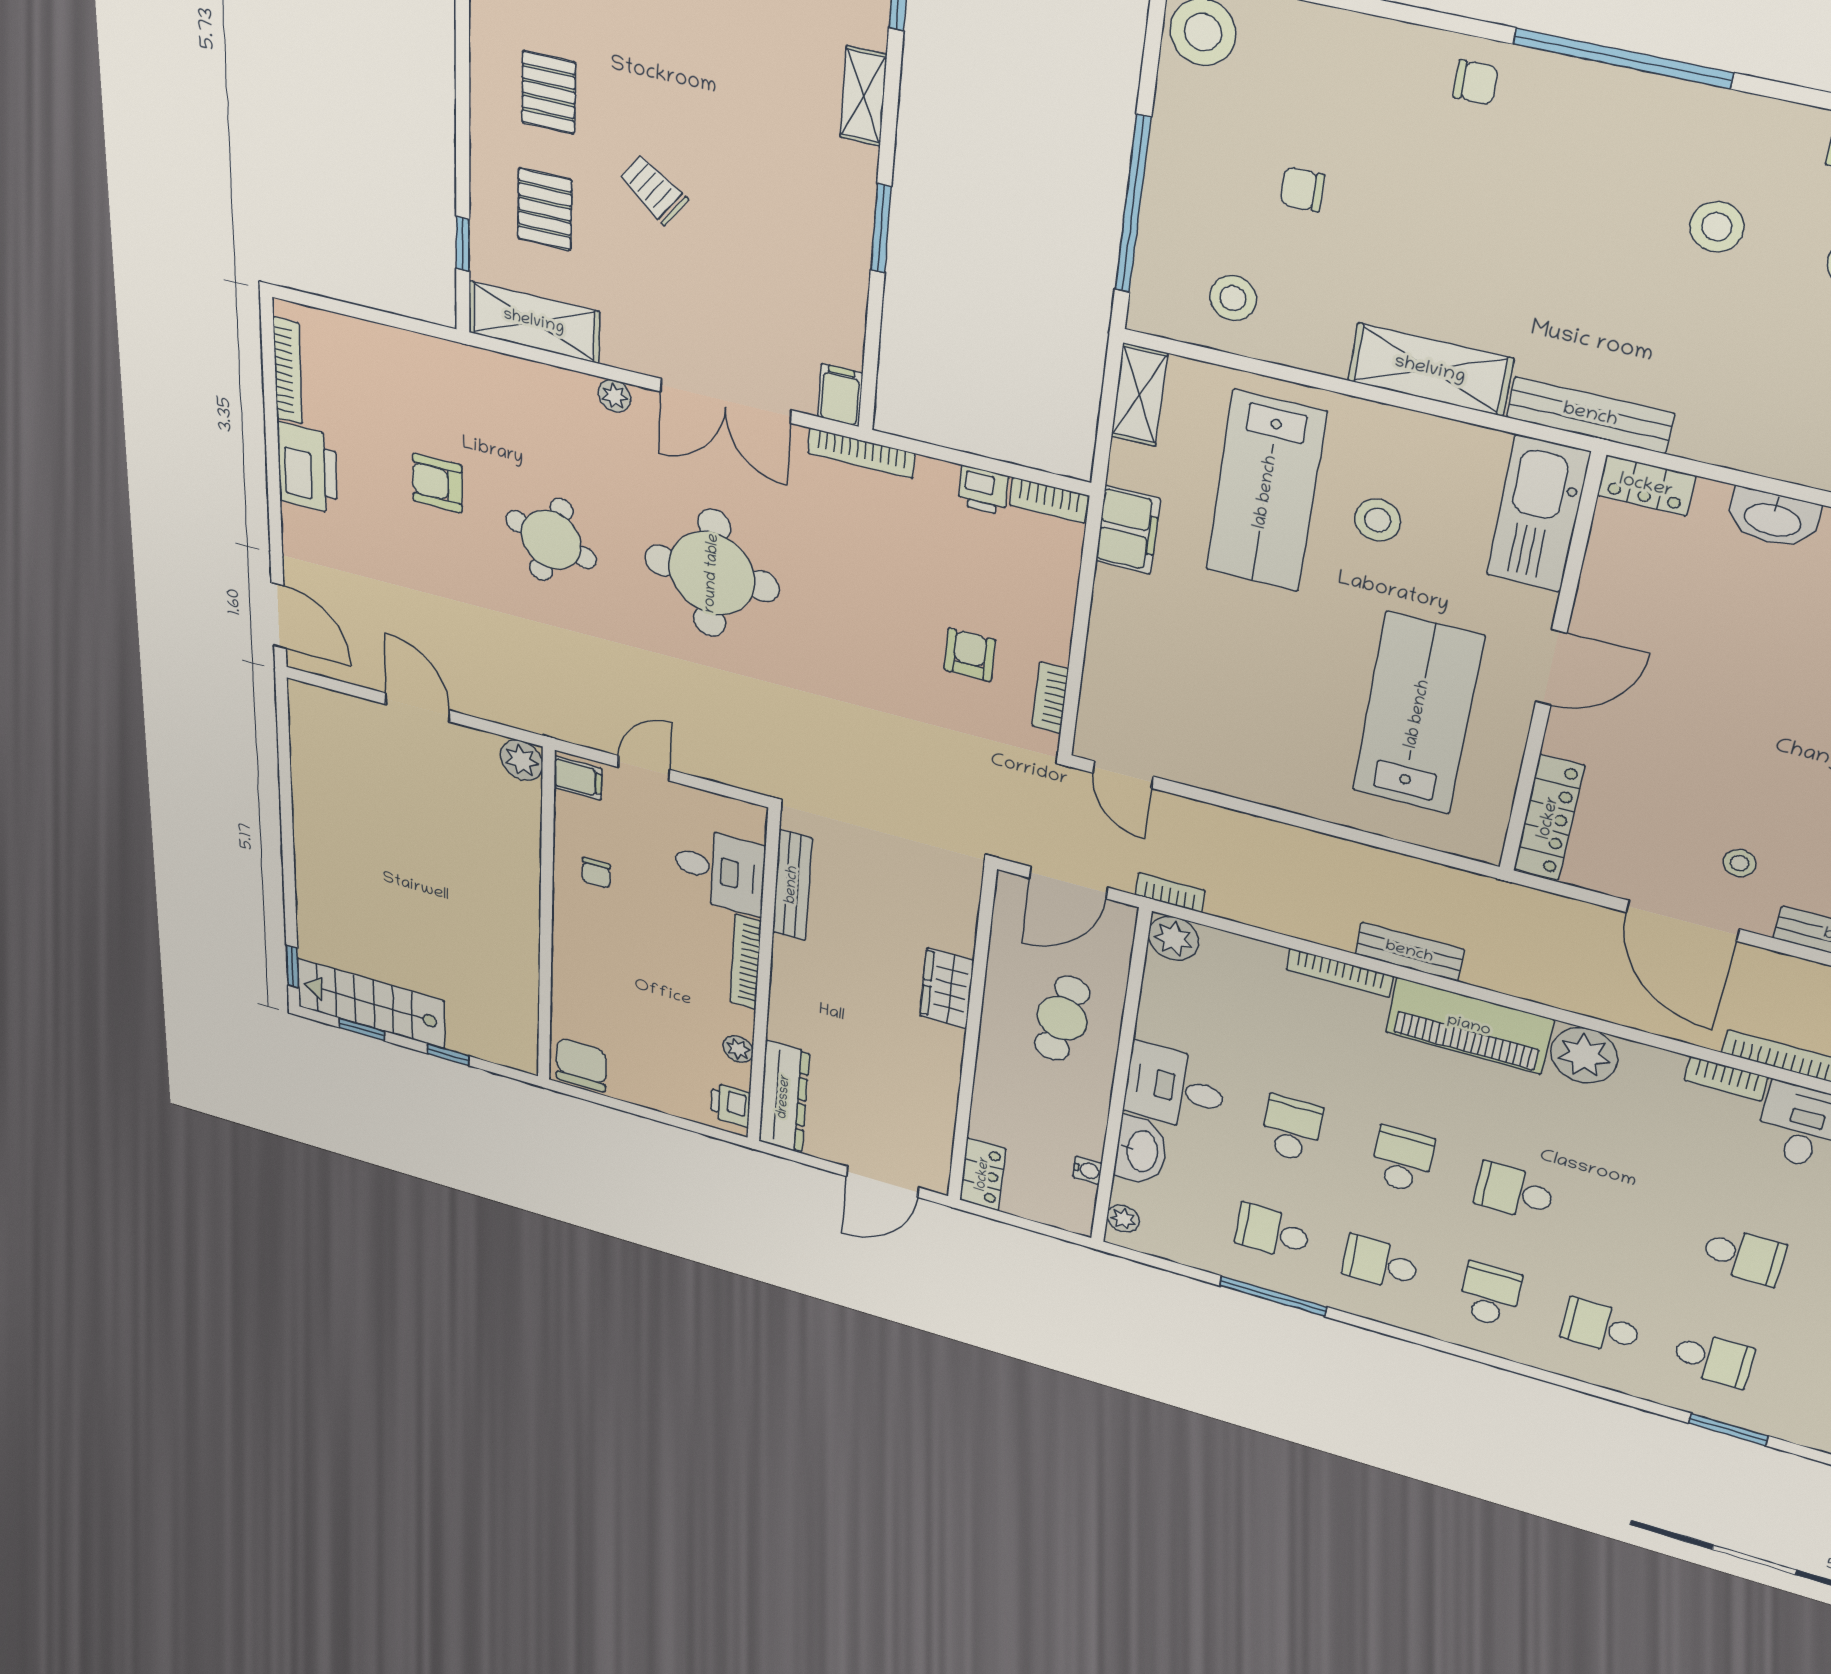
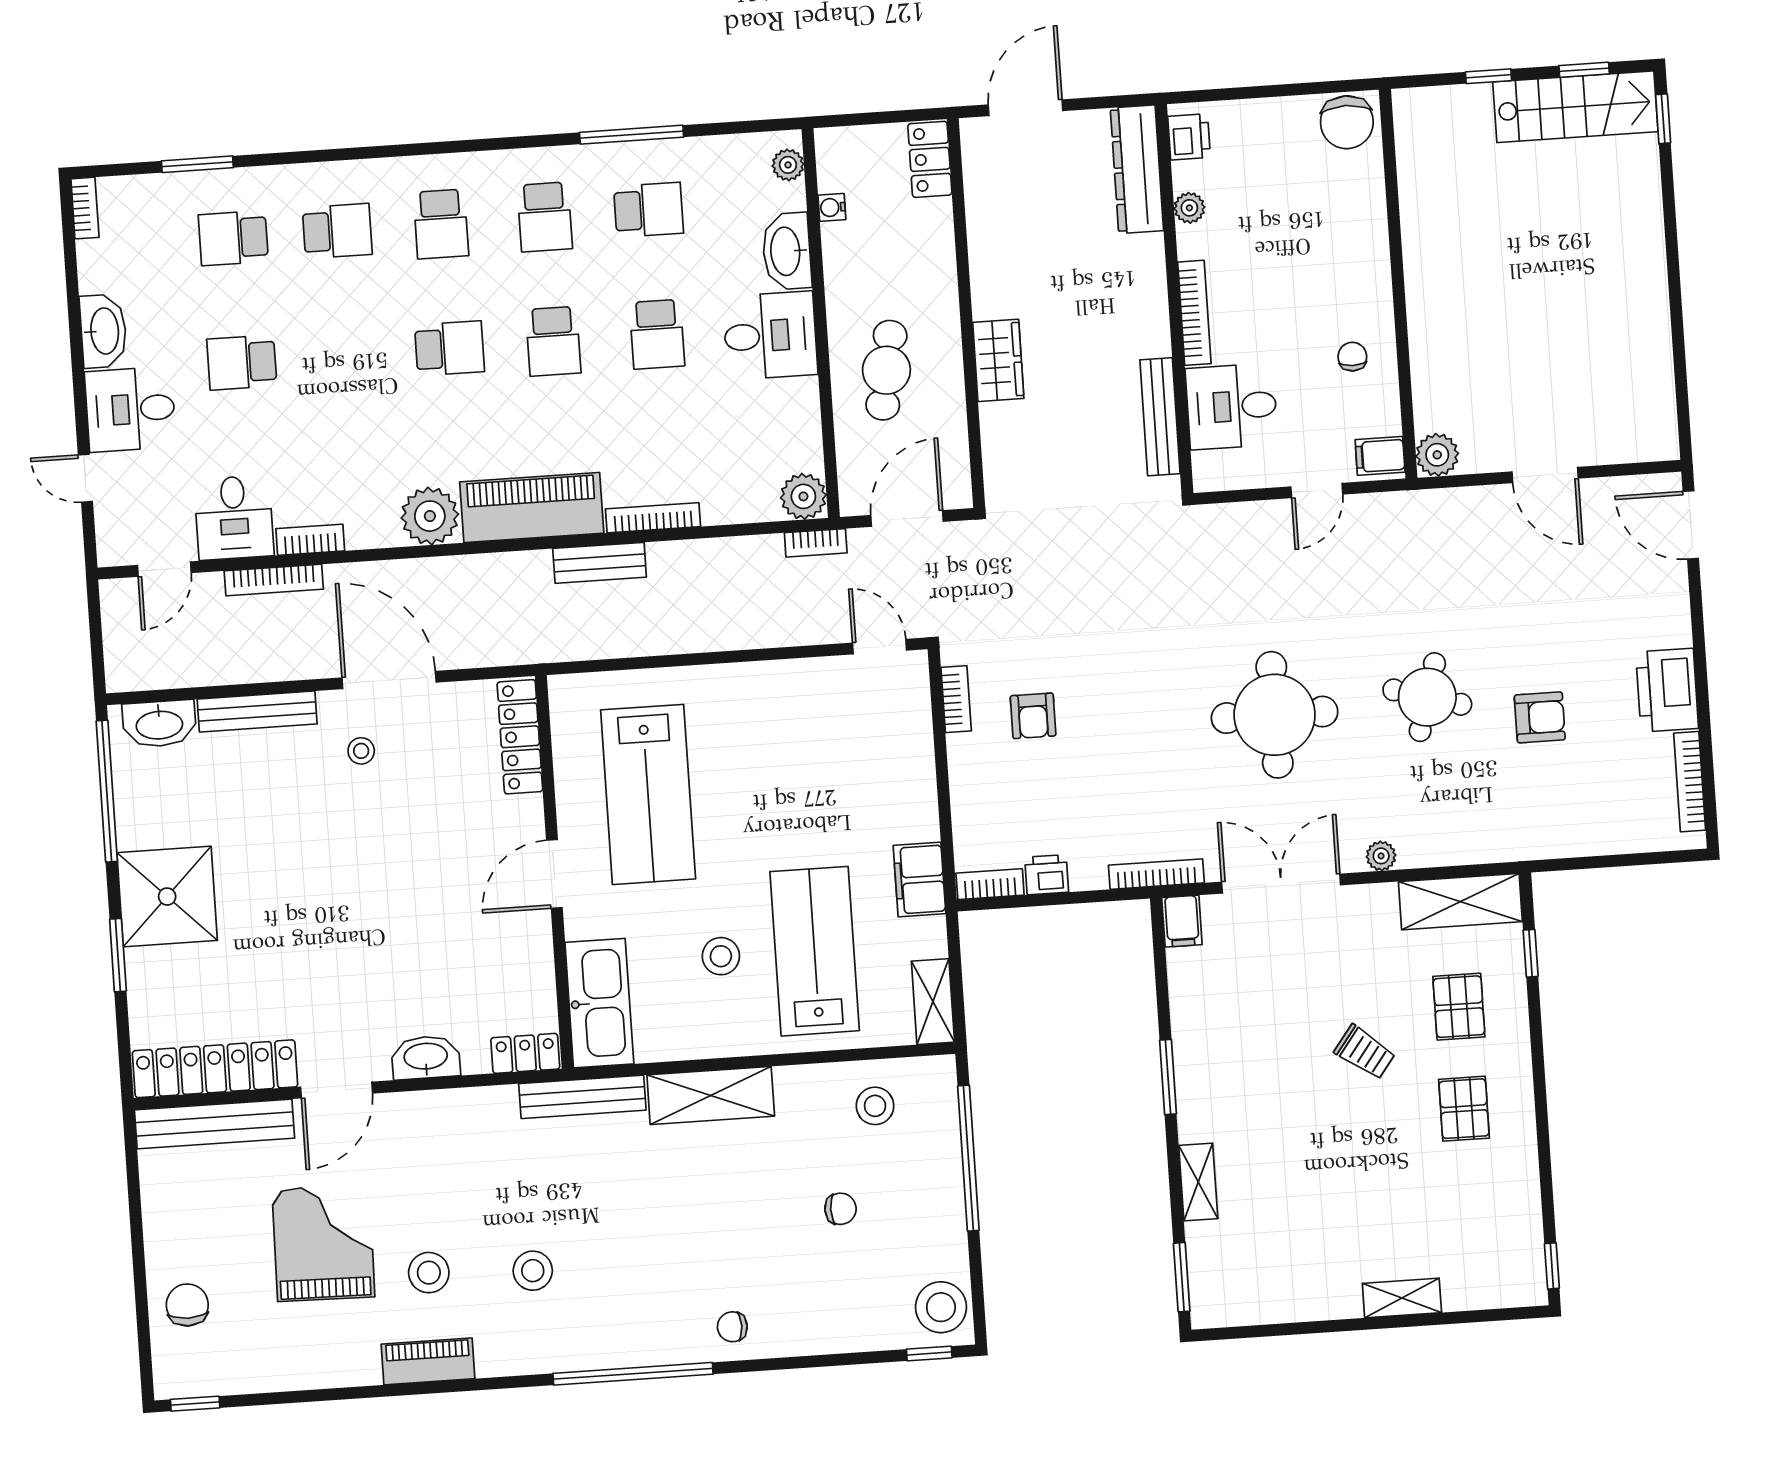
school desk: (1380, 1263) -> (545, 217), turned 90

